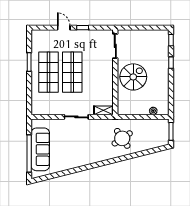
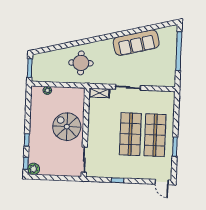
door: (64, 28) -> (162, 182), moved
plant: (163, 35) -> (34, 169), added
spiral stairs: (133, 77) -> (67, 127), turned 90
round table: (122, 138) -> (81, 63), turned 34
sofa: (40, 149) -> (136, 43), moved, turned -104

